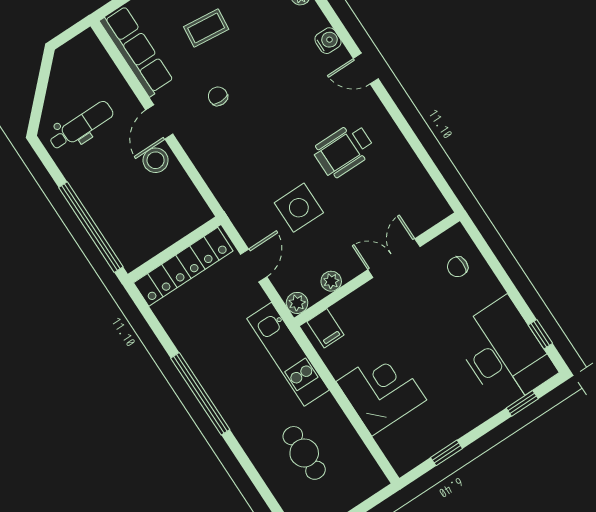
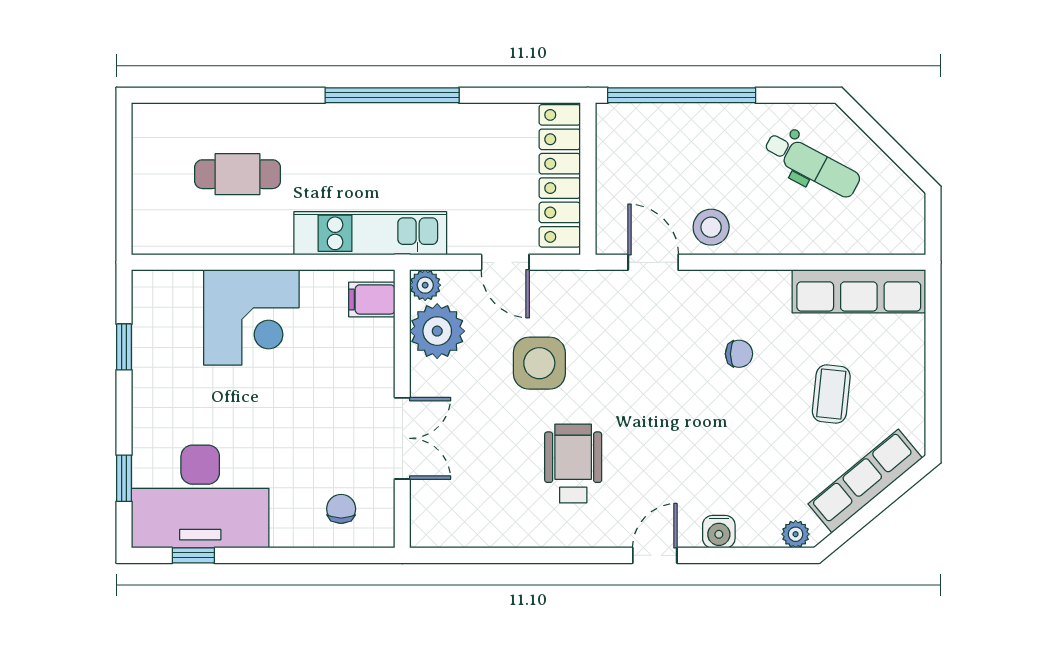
door: (159, 122) -> (653, 262), moved
dental chair: (81, 126) -> (812, 165), turned -62
plant: (331, 281) -> (437, 331), width x1.87, depth x1.87

